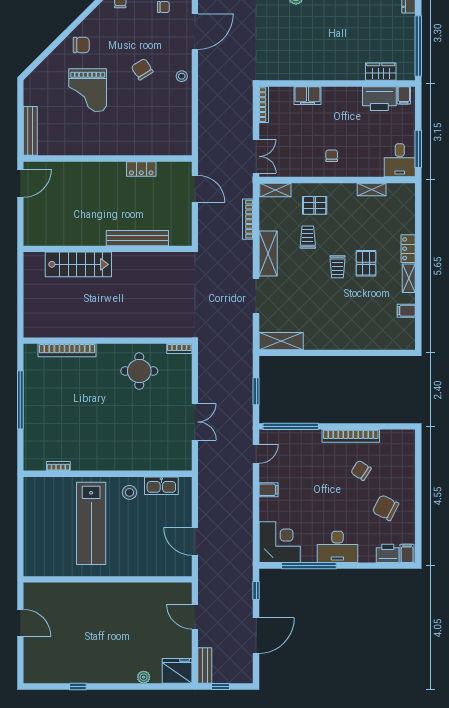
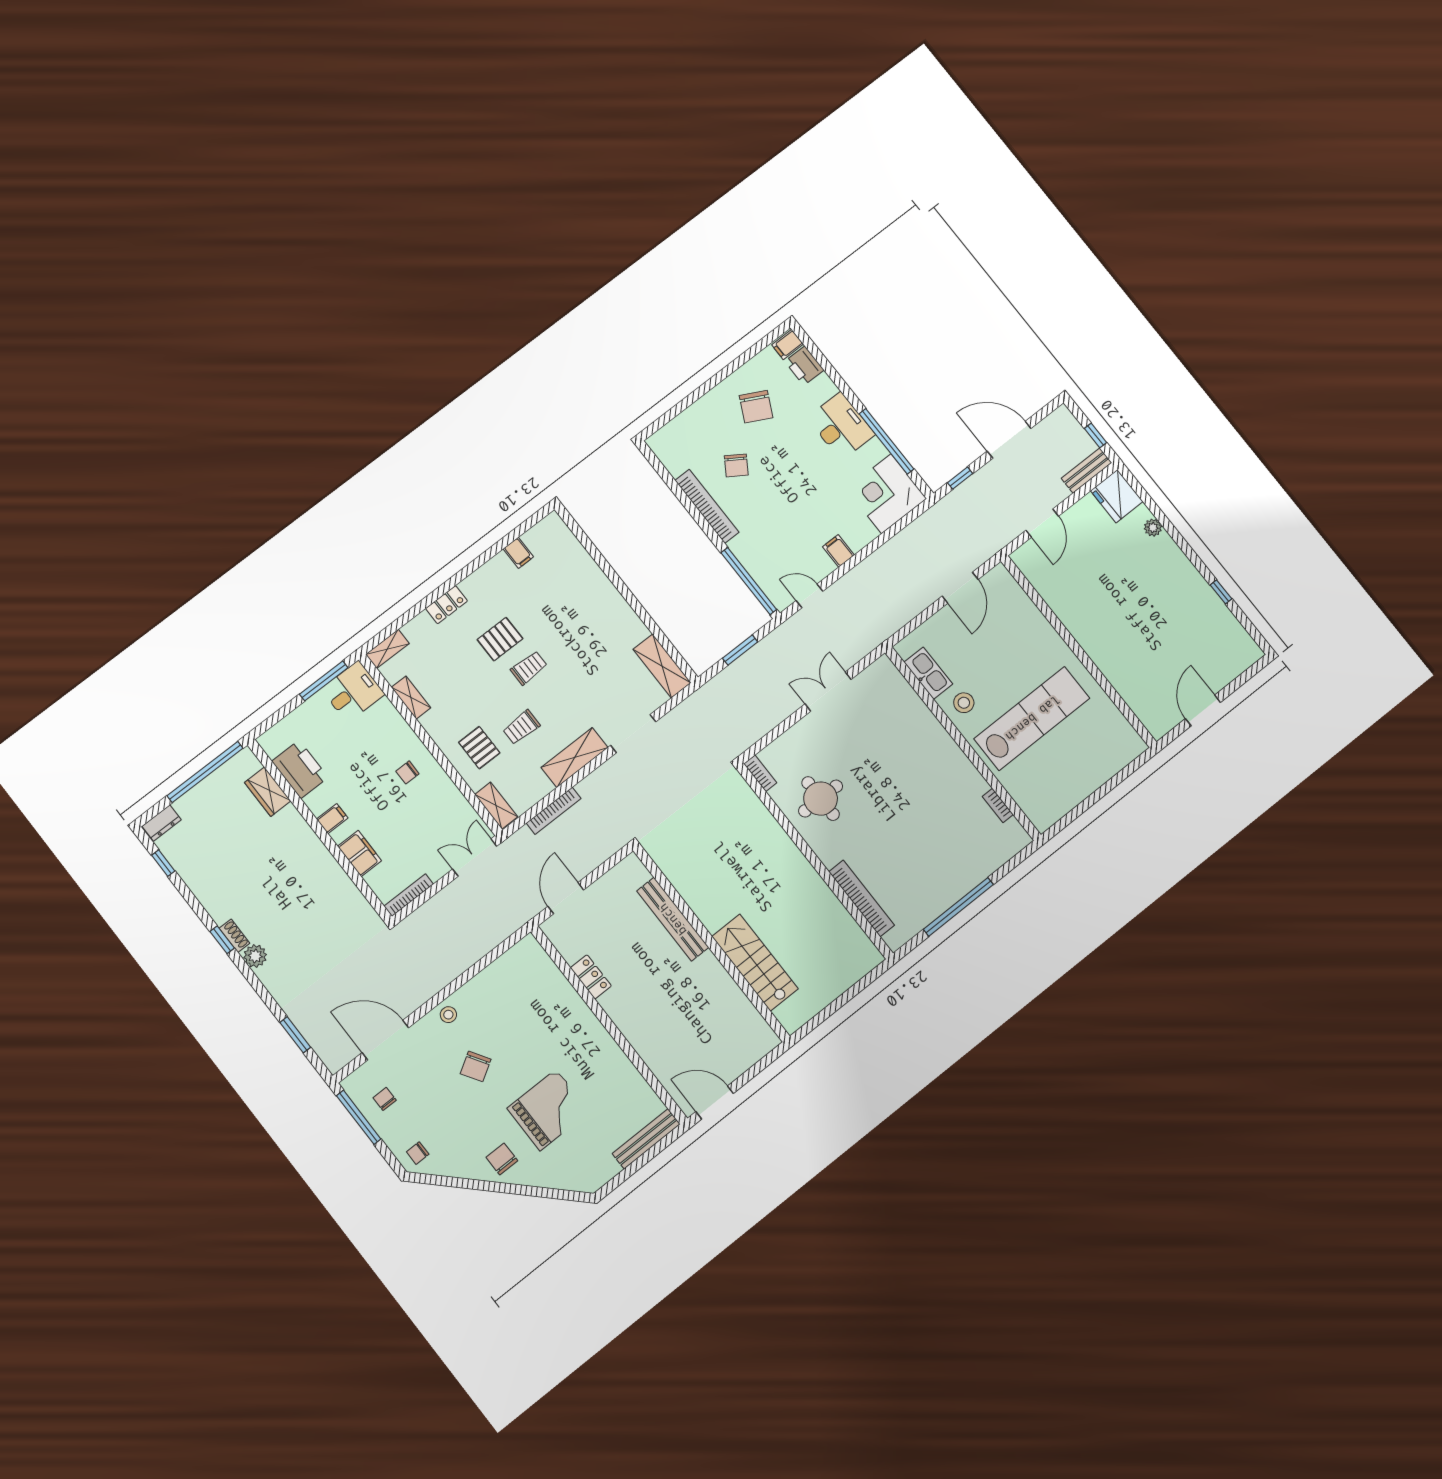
filing cabinet: (404, 95) -> (332, 819), moved
shelving: (409, 278) -> (387, 649), moved

